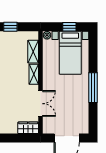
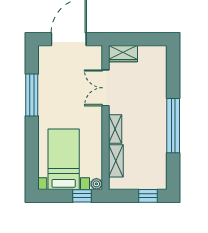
window: (69, 27) -> (82, 196), moved
window: (93, 88) -> (32, 95), moved

